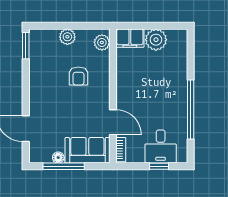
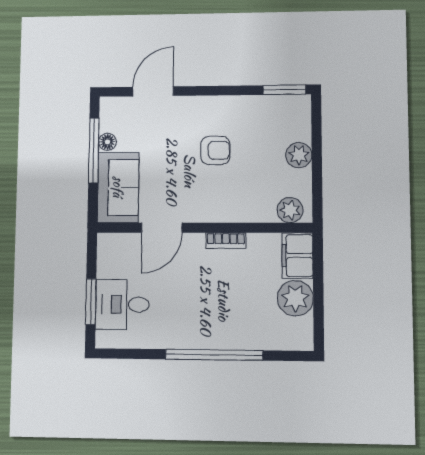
armchair: (78, 76) -> (215, 150), moved, turned 180
window: (191, 110) -> (214, 355), moved
bookcase: (121, 150) -> (226, 241), moved
window: (159, 166) -> (91, 302), width x1.50

